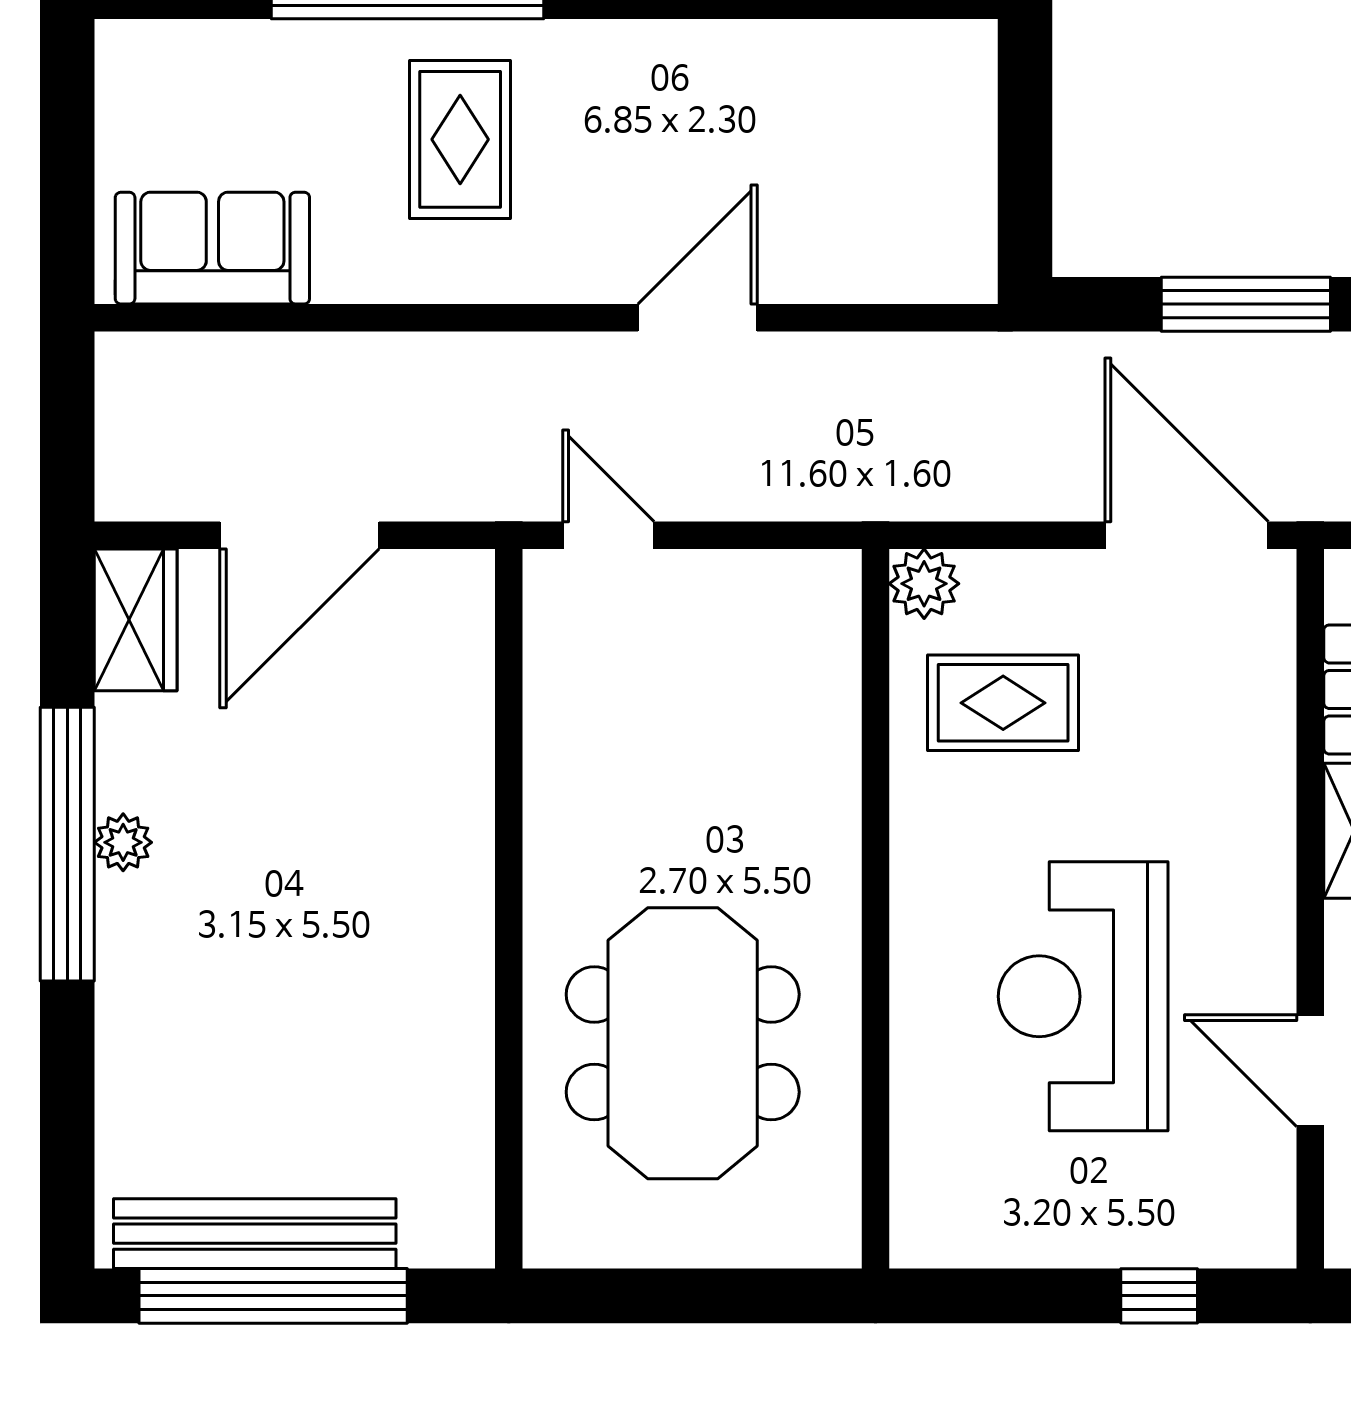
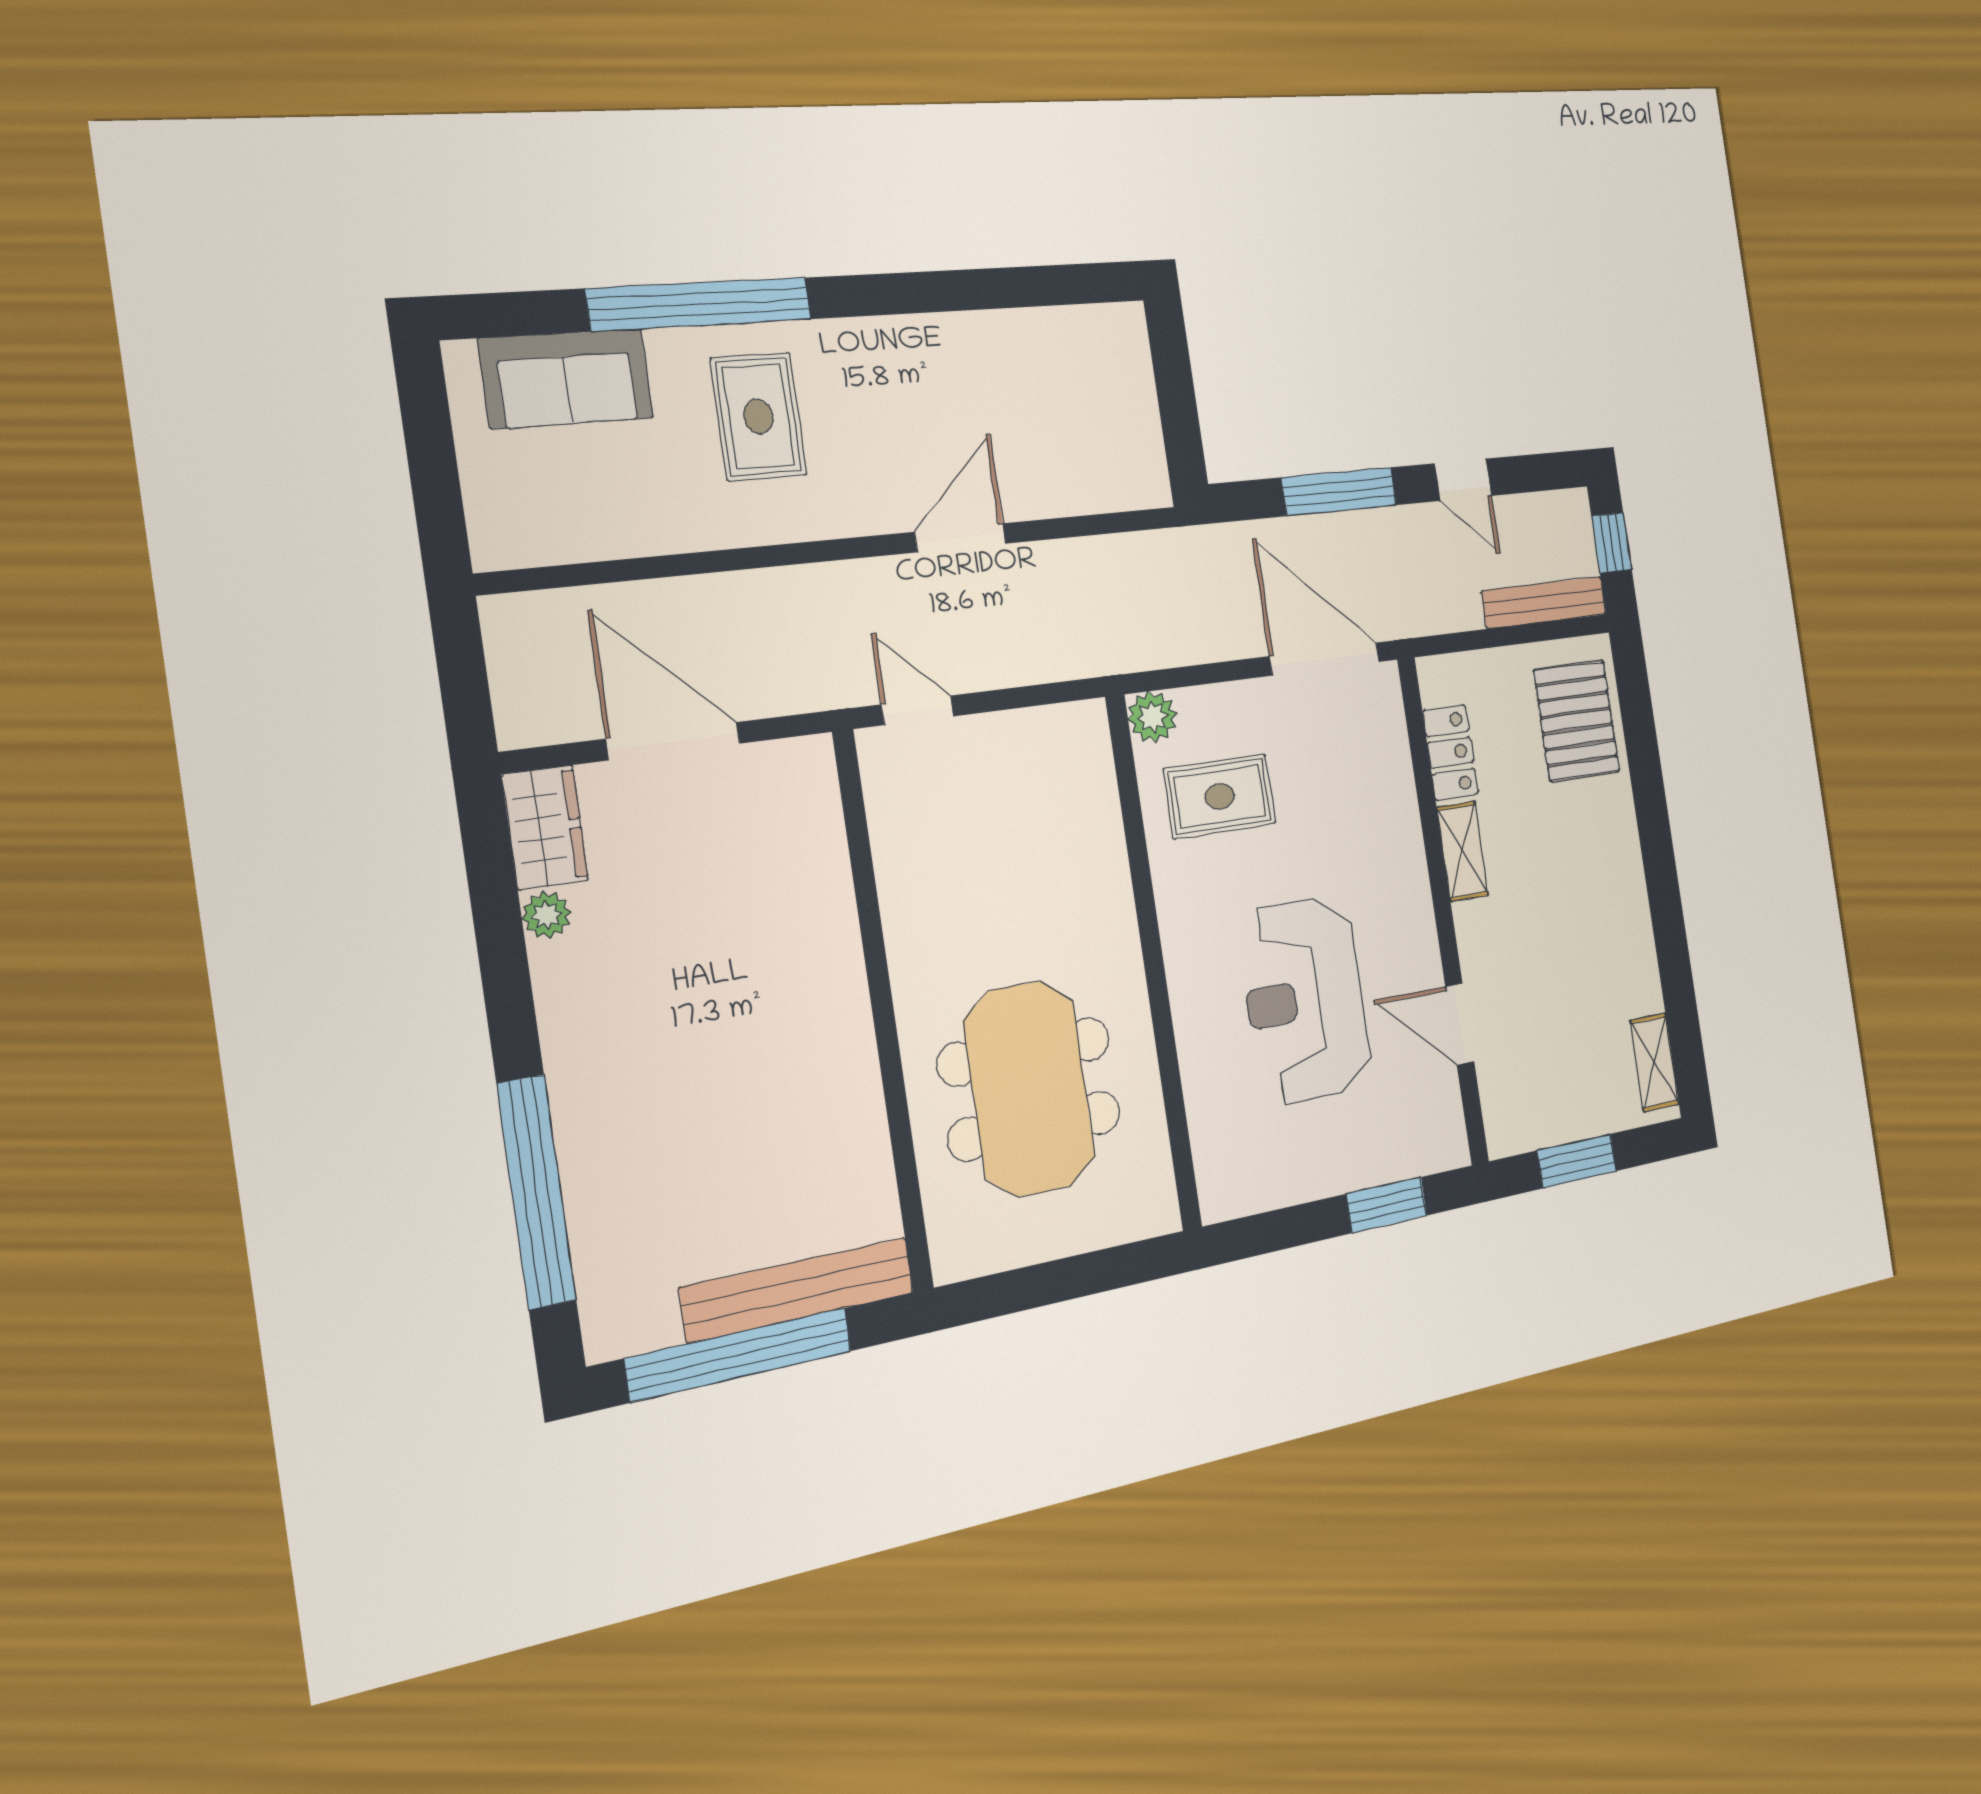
sofa: (212, 248) -> (566, 378), moved, turned 180
door: (299, 535) -> (673, 741), swing flipped
plant: (123, 842) -> (547, 915), moved
window: (67, 844) -> (536, 1192), moved
bench: (255, 1234) -> (798, 1290), moved
window: (1159, 1296) -> (1387, 1205), width x1.50

